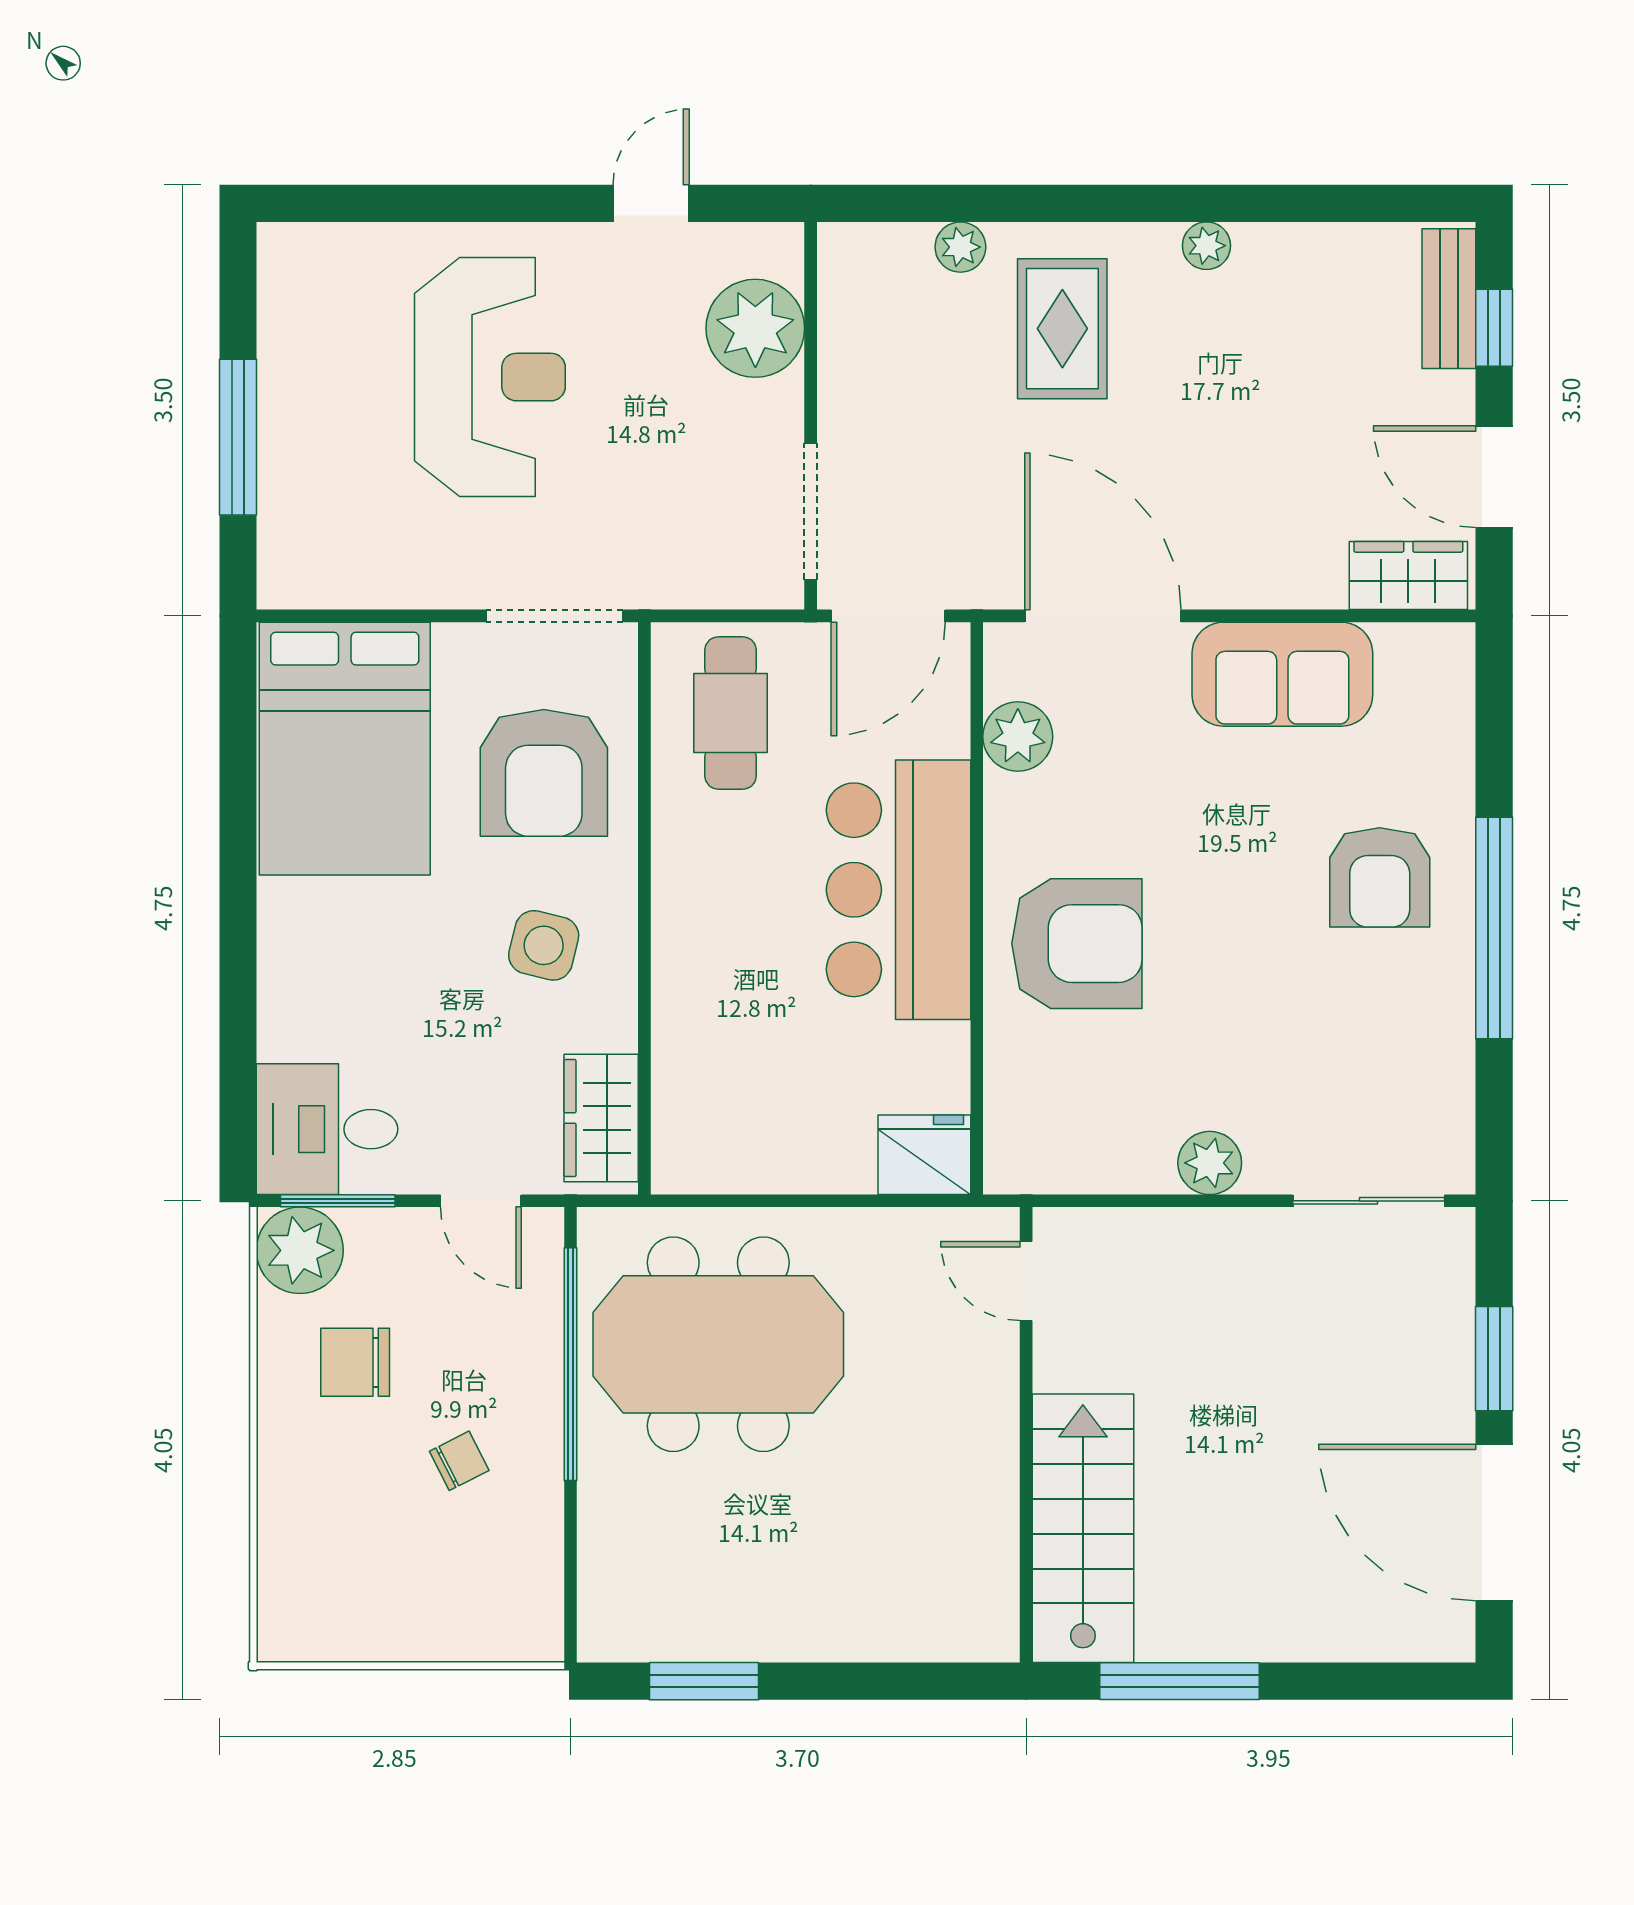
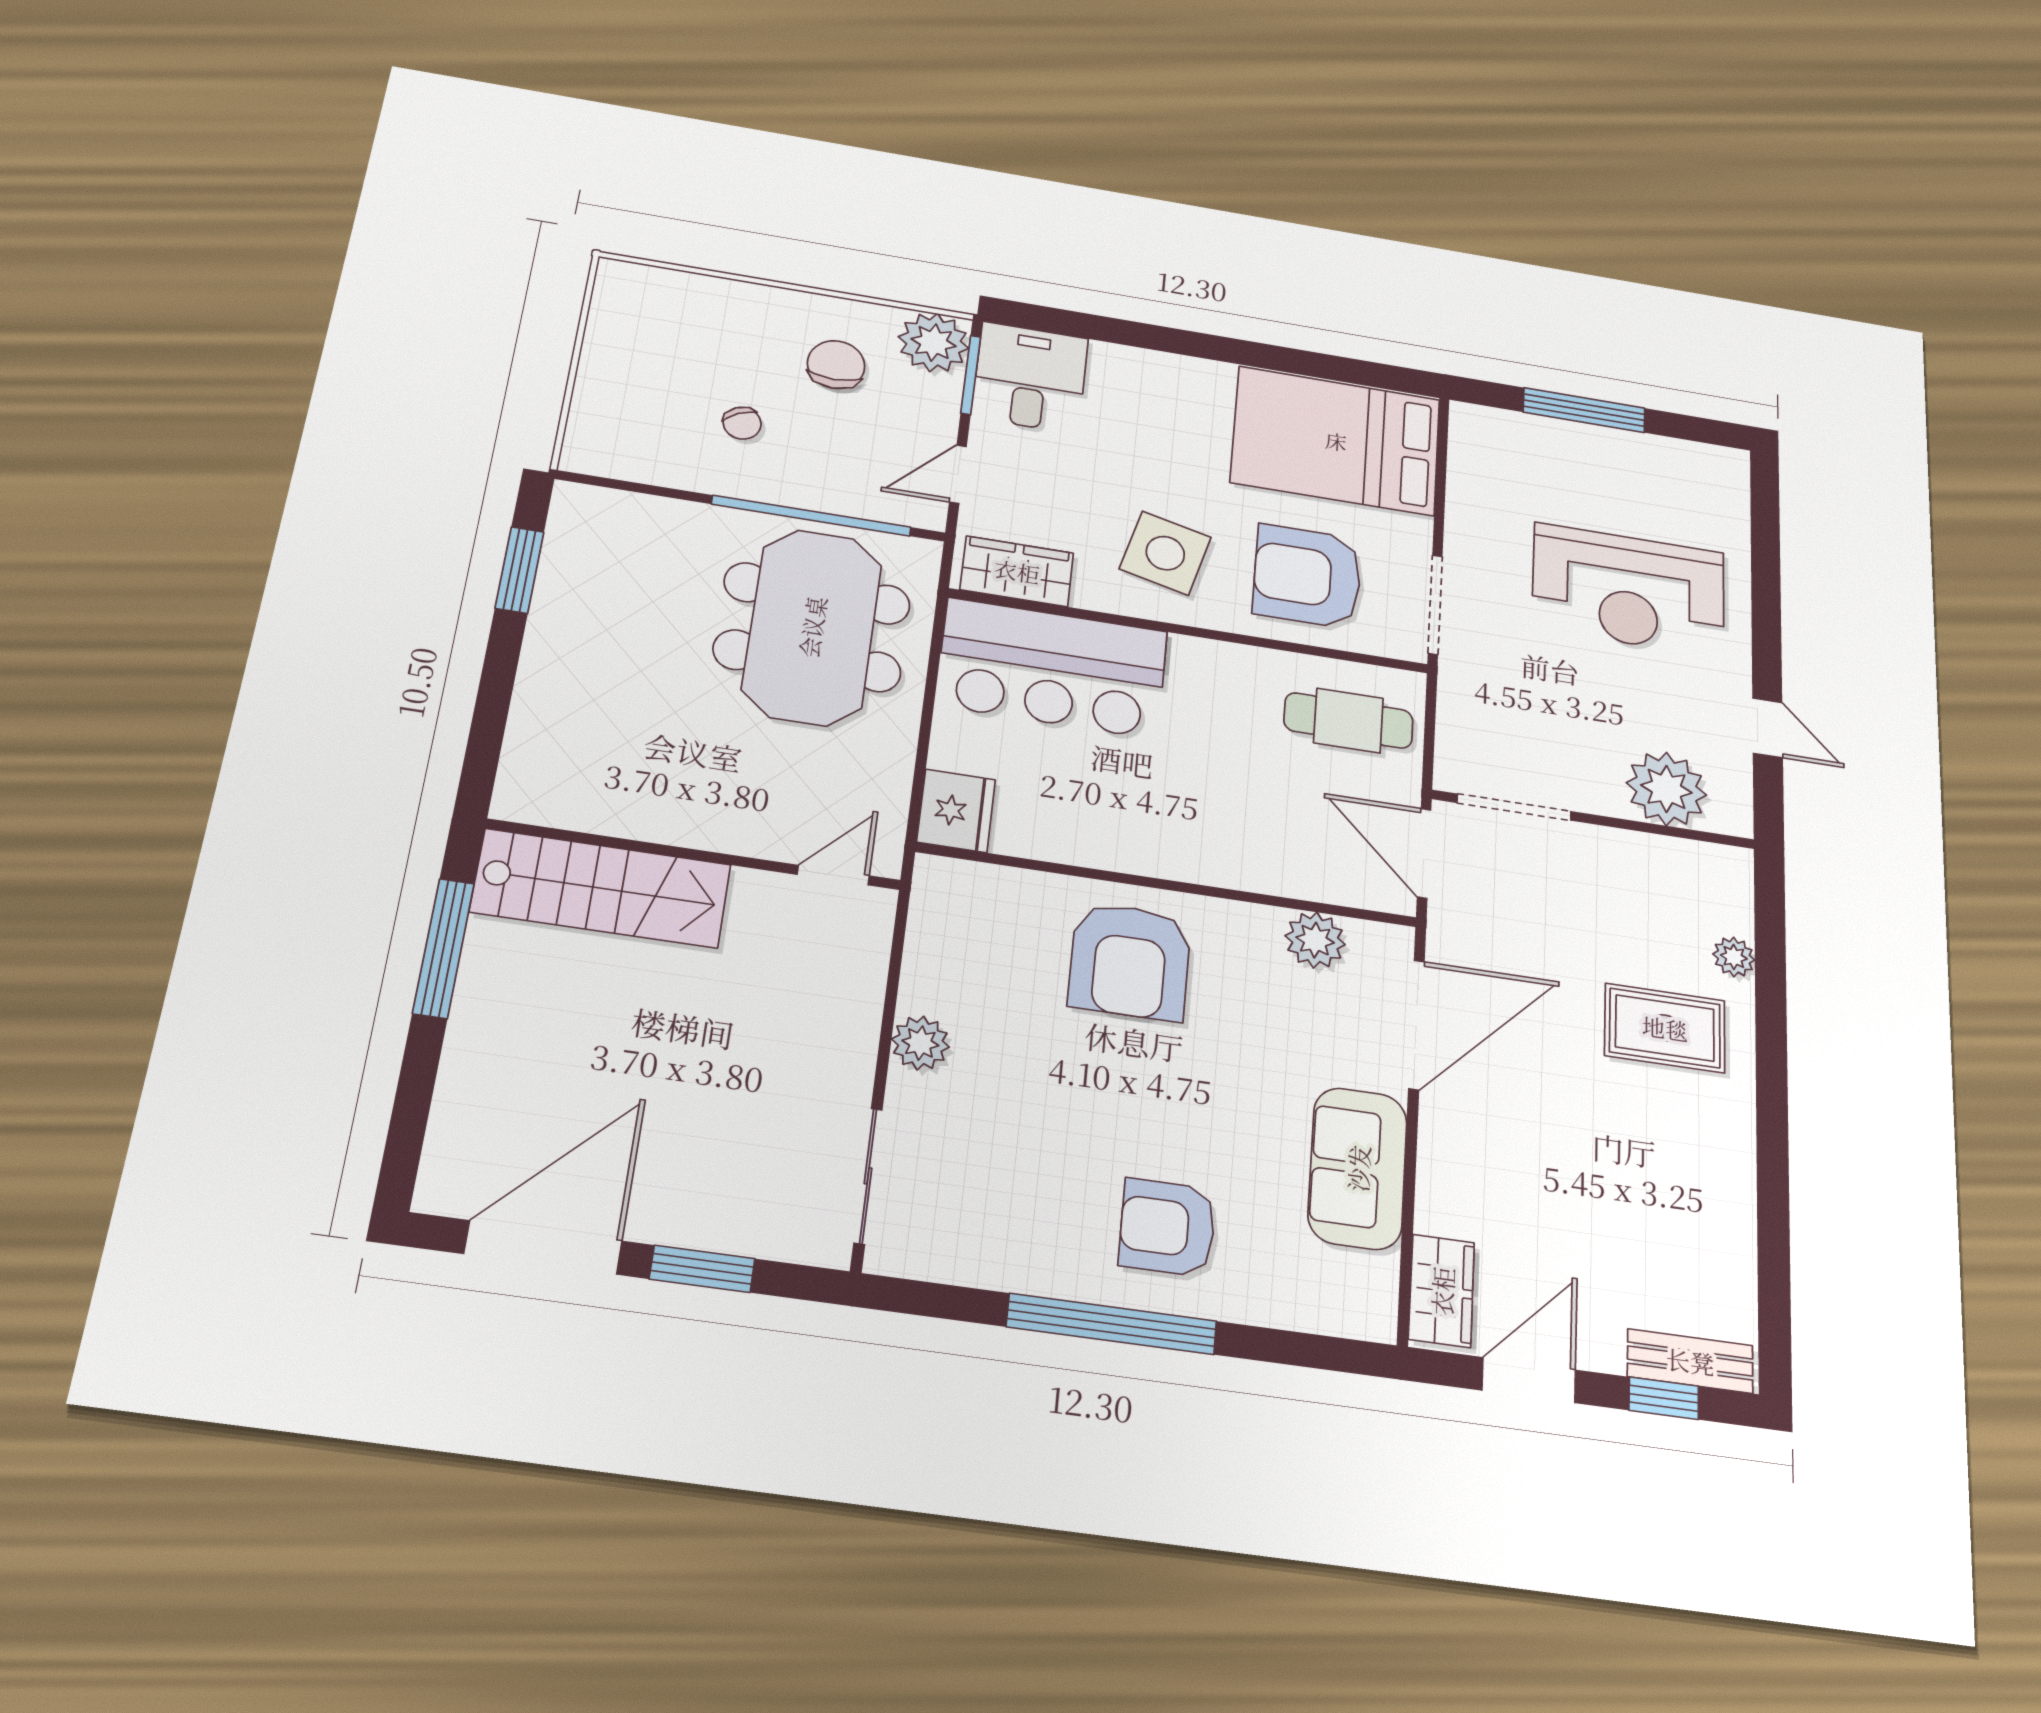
plant: (1206, 246) -> (1736, 1157), removed
bar counter: (899, 890) -> (1052, 668), moved, turned 180
side table: (544, 945) -> (1165, 553), width x1.37, depth x1.37

